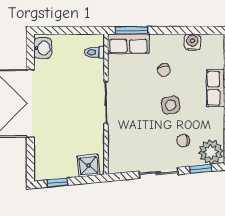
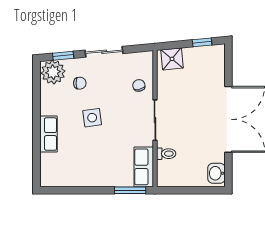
water cooler: (192, 42) -> (71, 179), removed
row of seats: (128, 44) -> (144, 167), moved, turned -90
toilet: (94, 52) -> (166, 154), moved
chair: (164, 70) -> (139, 85), moved

